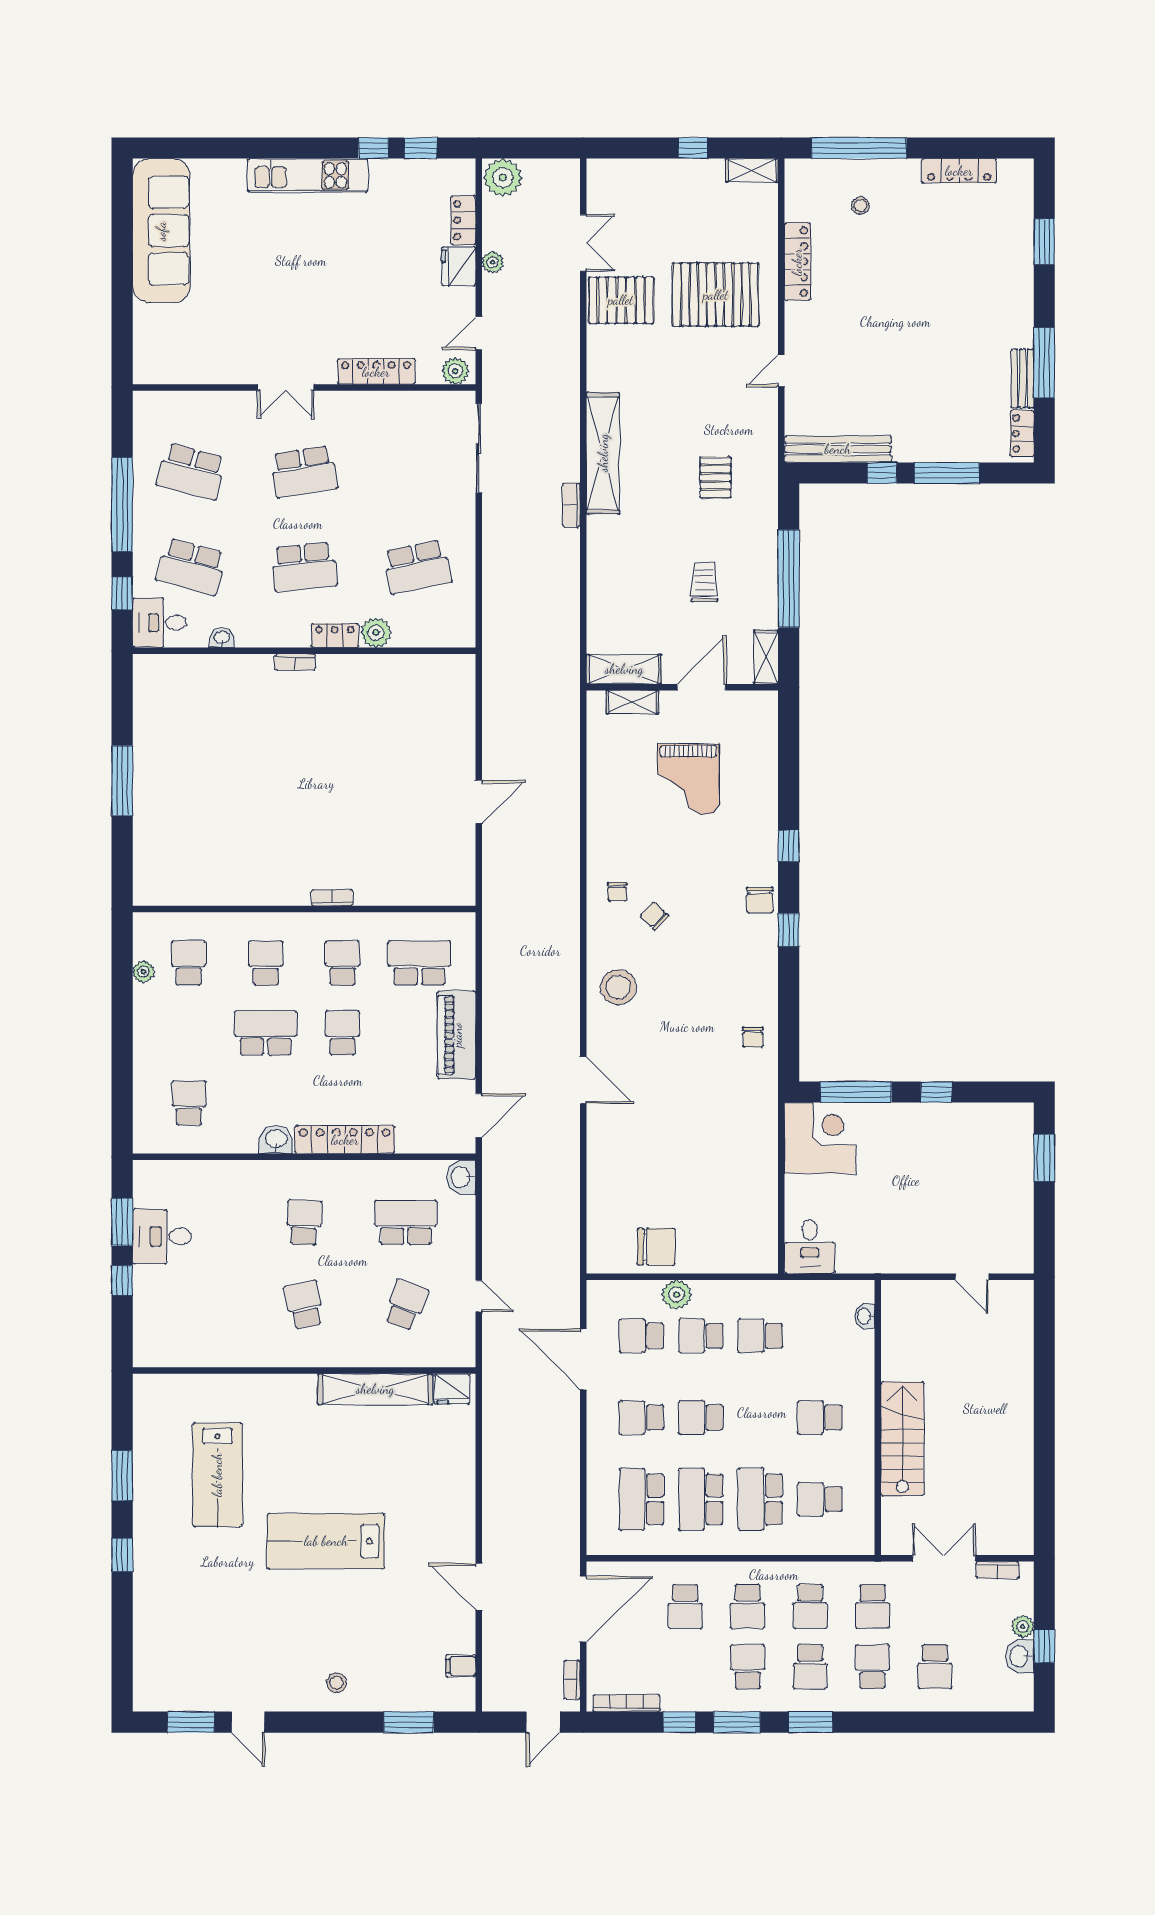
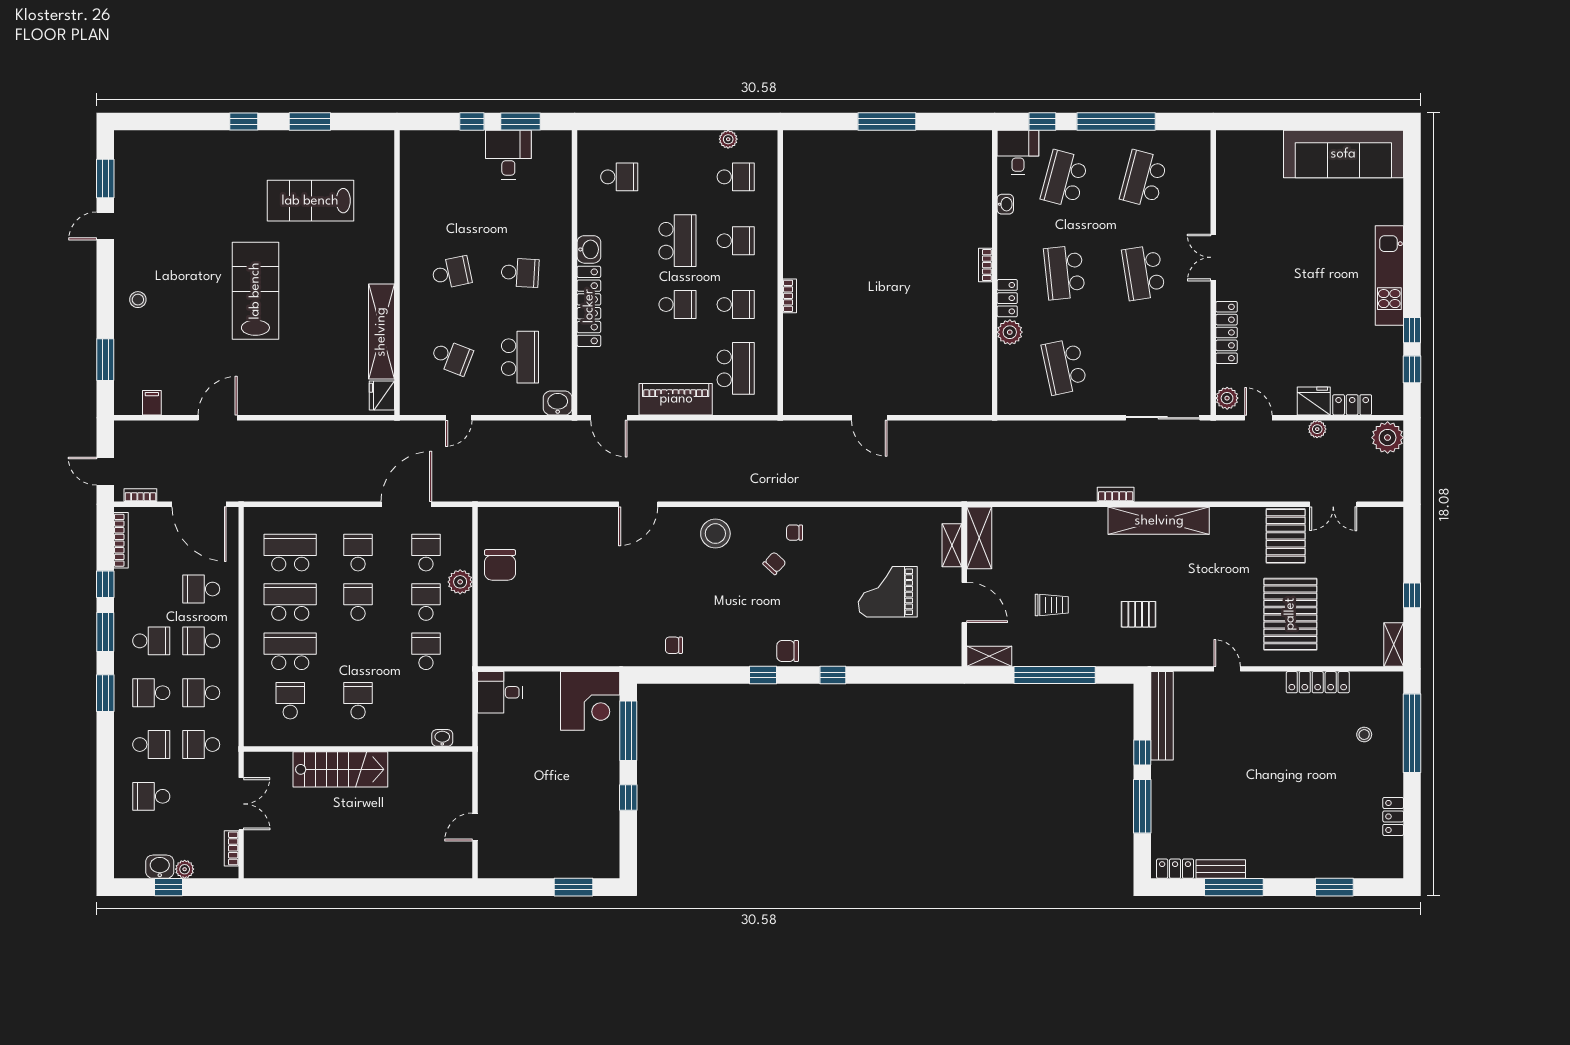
locker: (959, 171) -> (1393, 816), width x0.66

